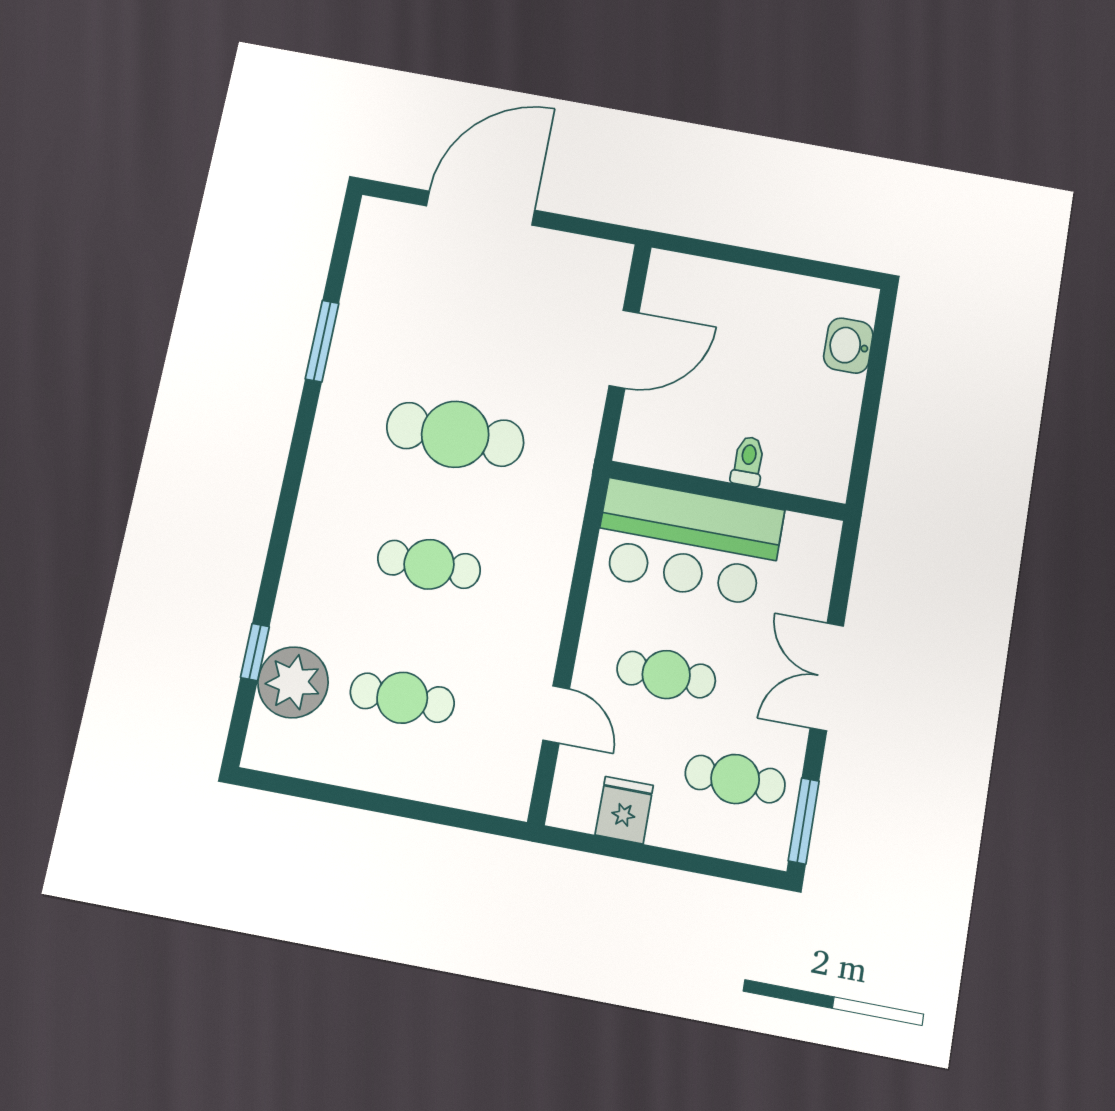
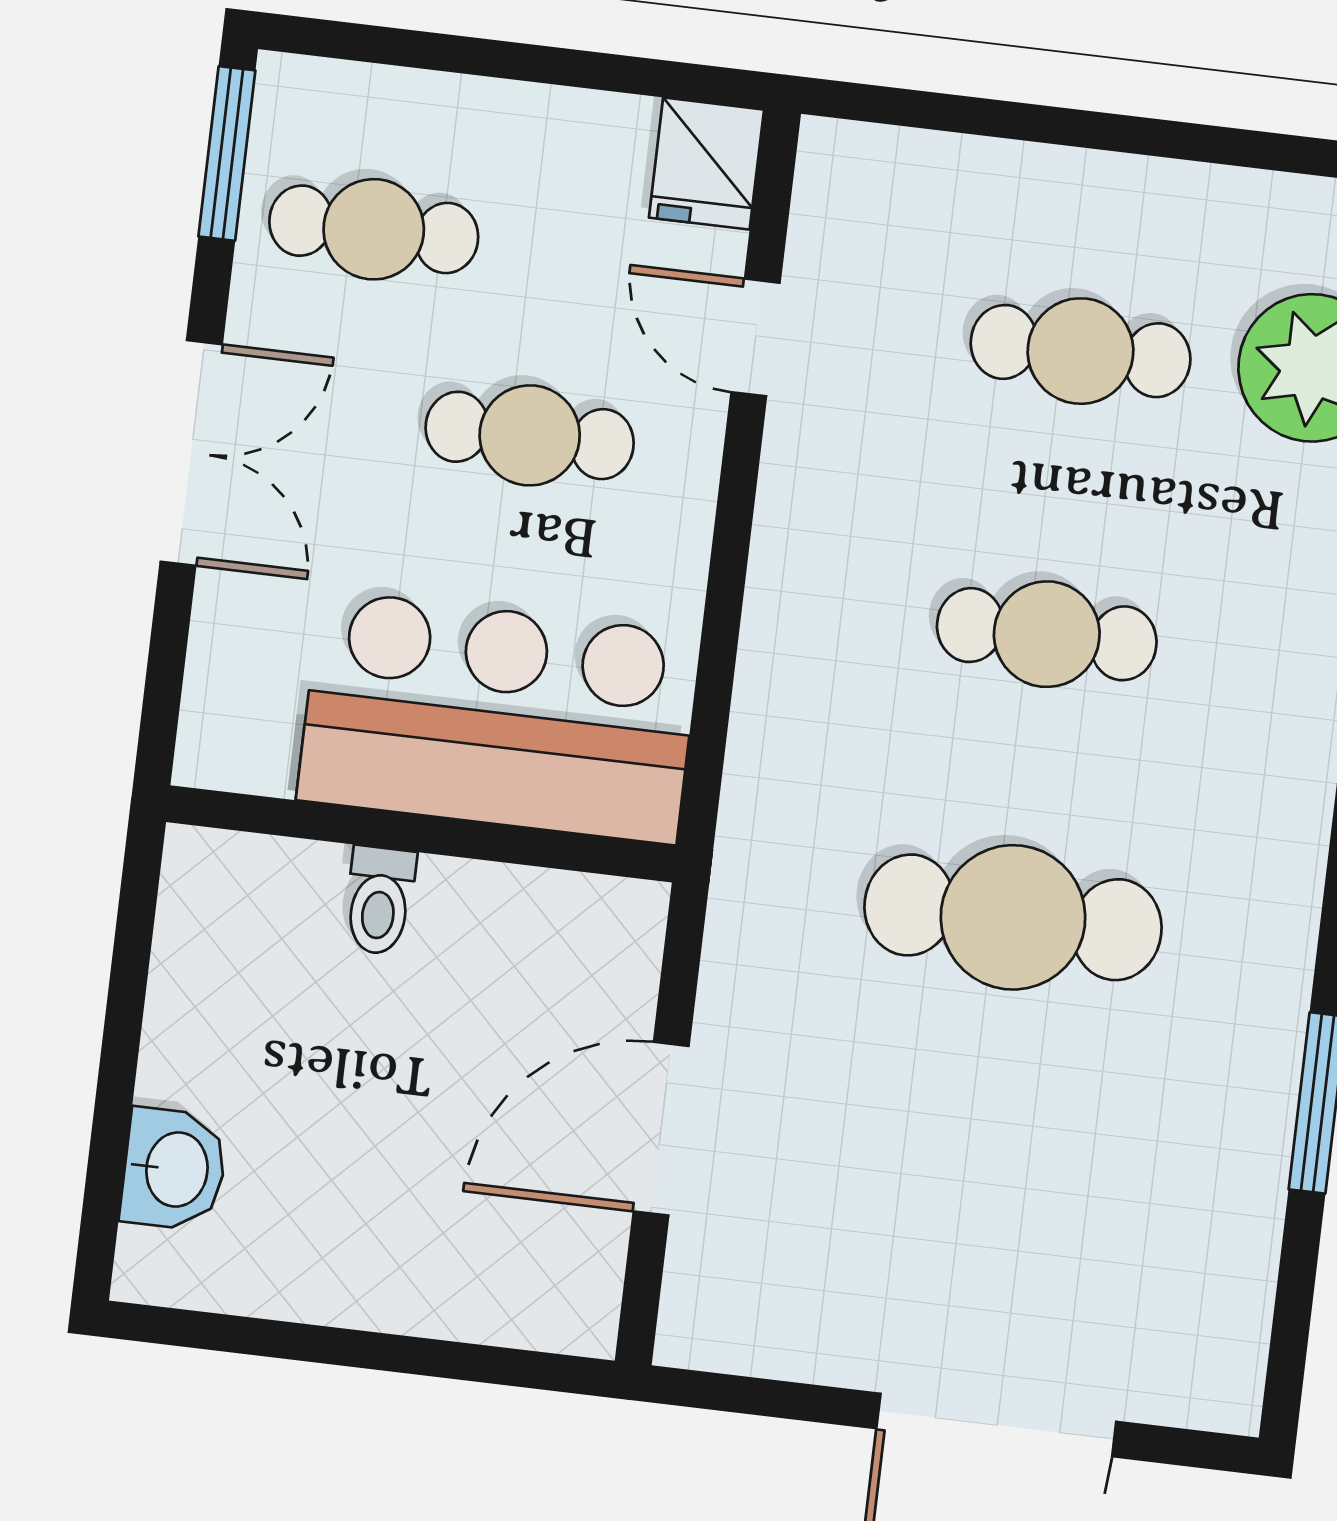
fridge: (624, 810) -> (706, 164), moved

